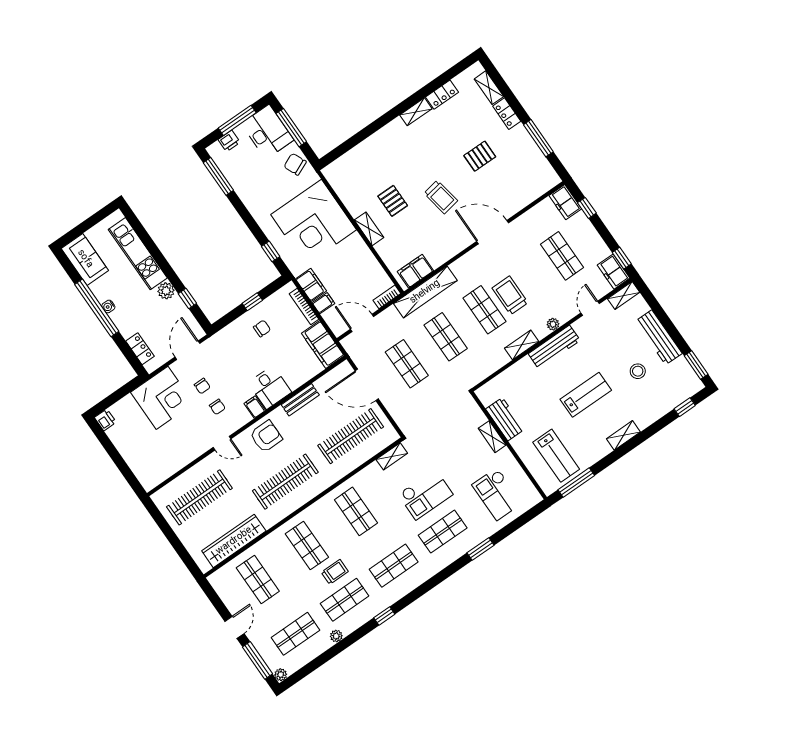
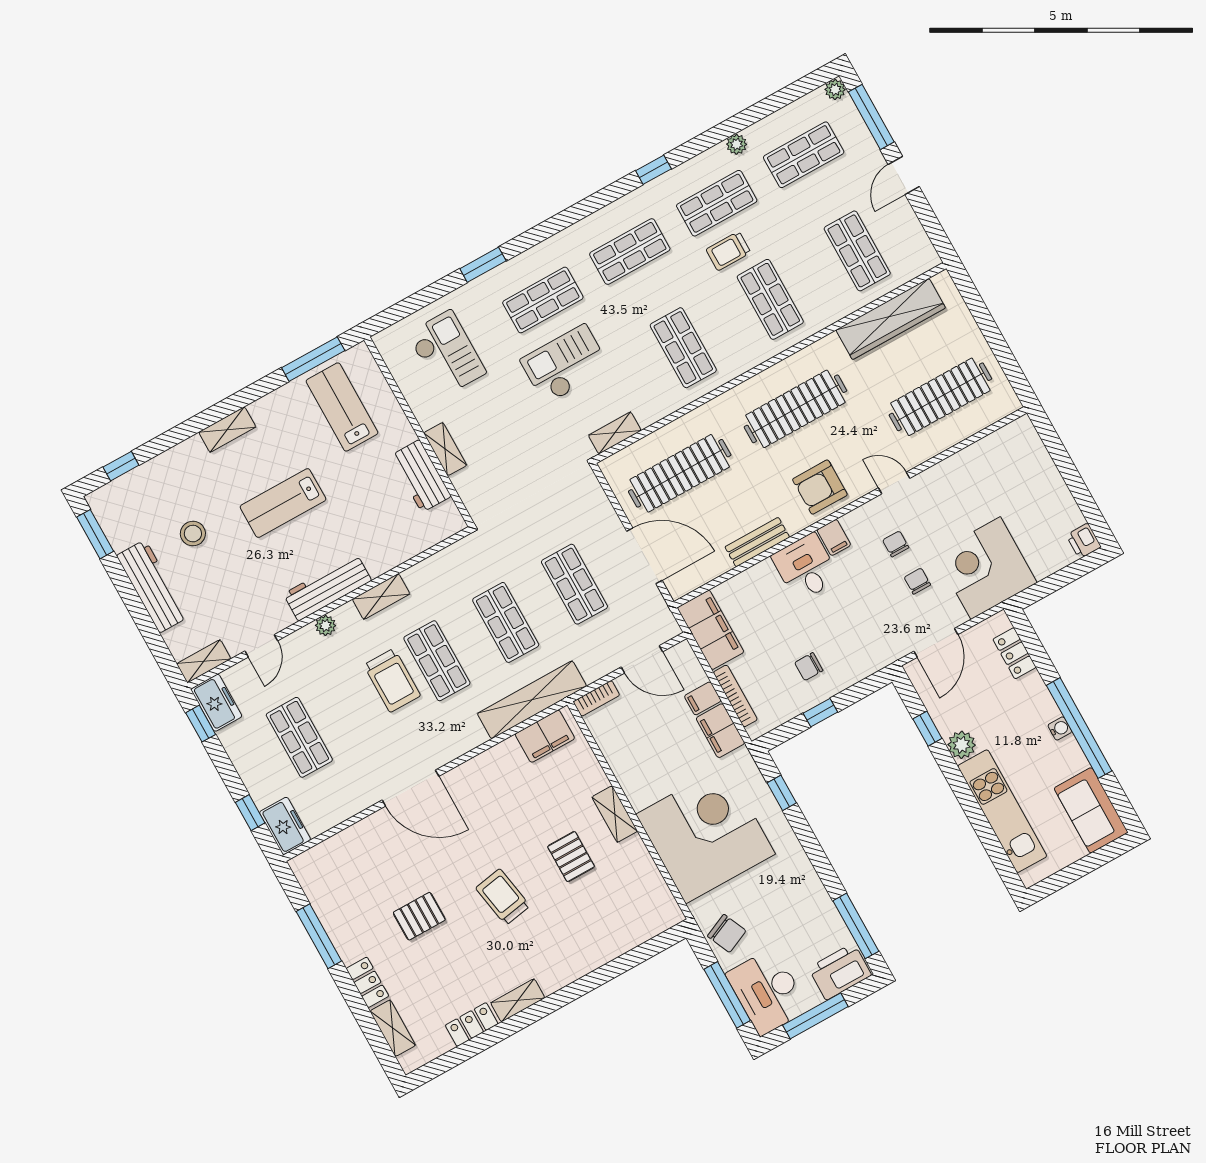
printer: (229, 141) -> (840, 972), width x1.87, depth x1.48
trolley: (441, 197) -> (503, 897), moved

